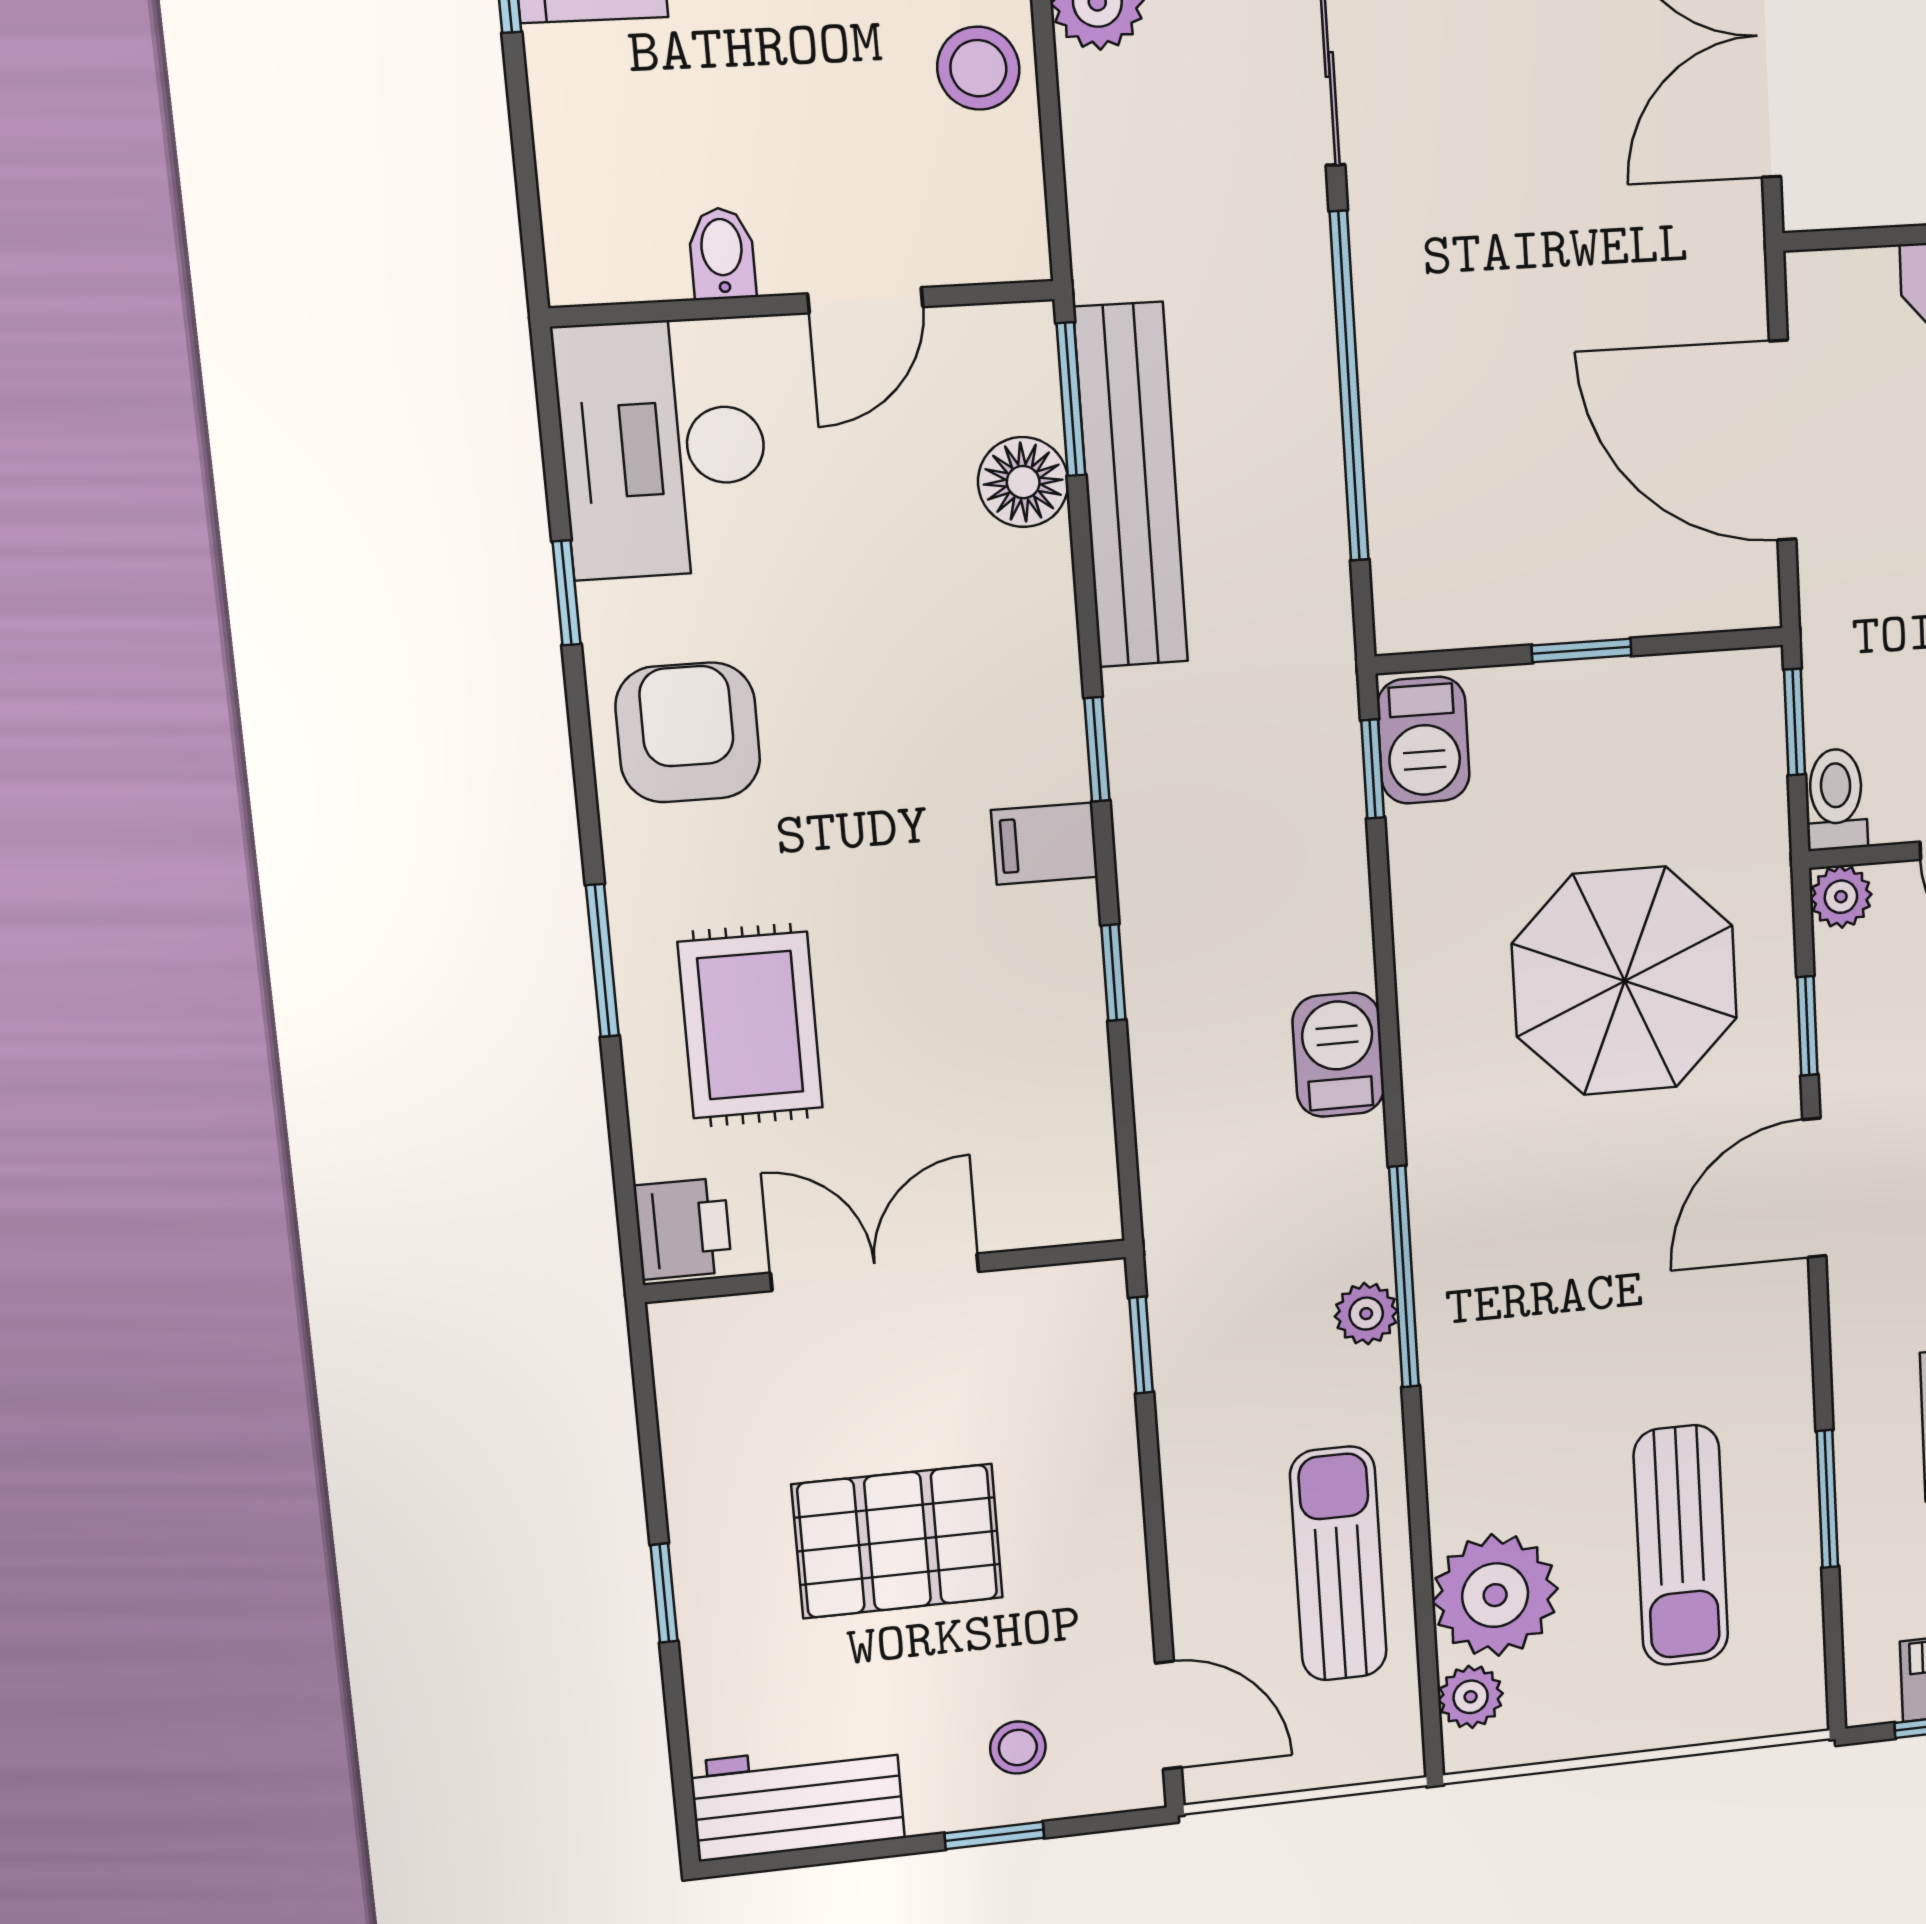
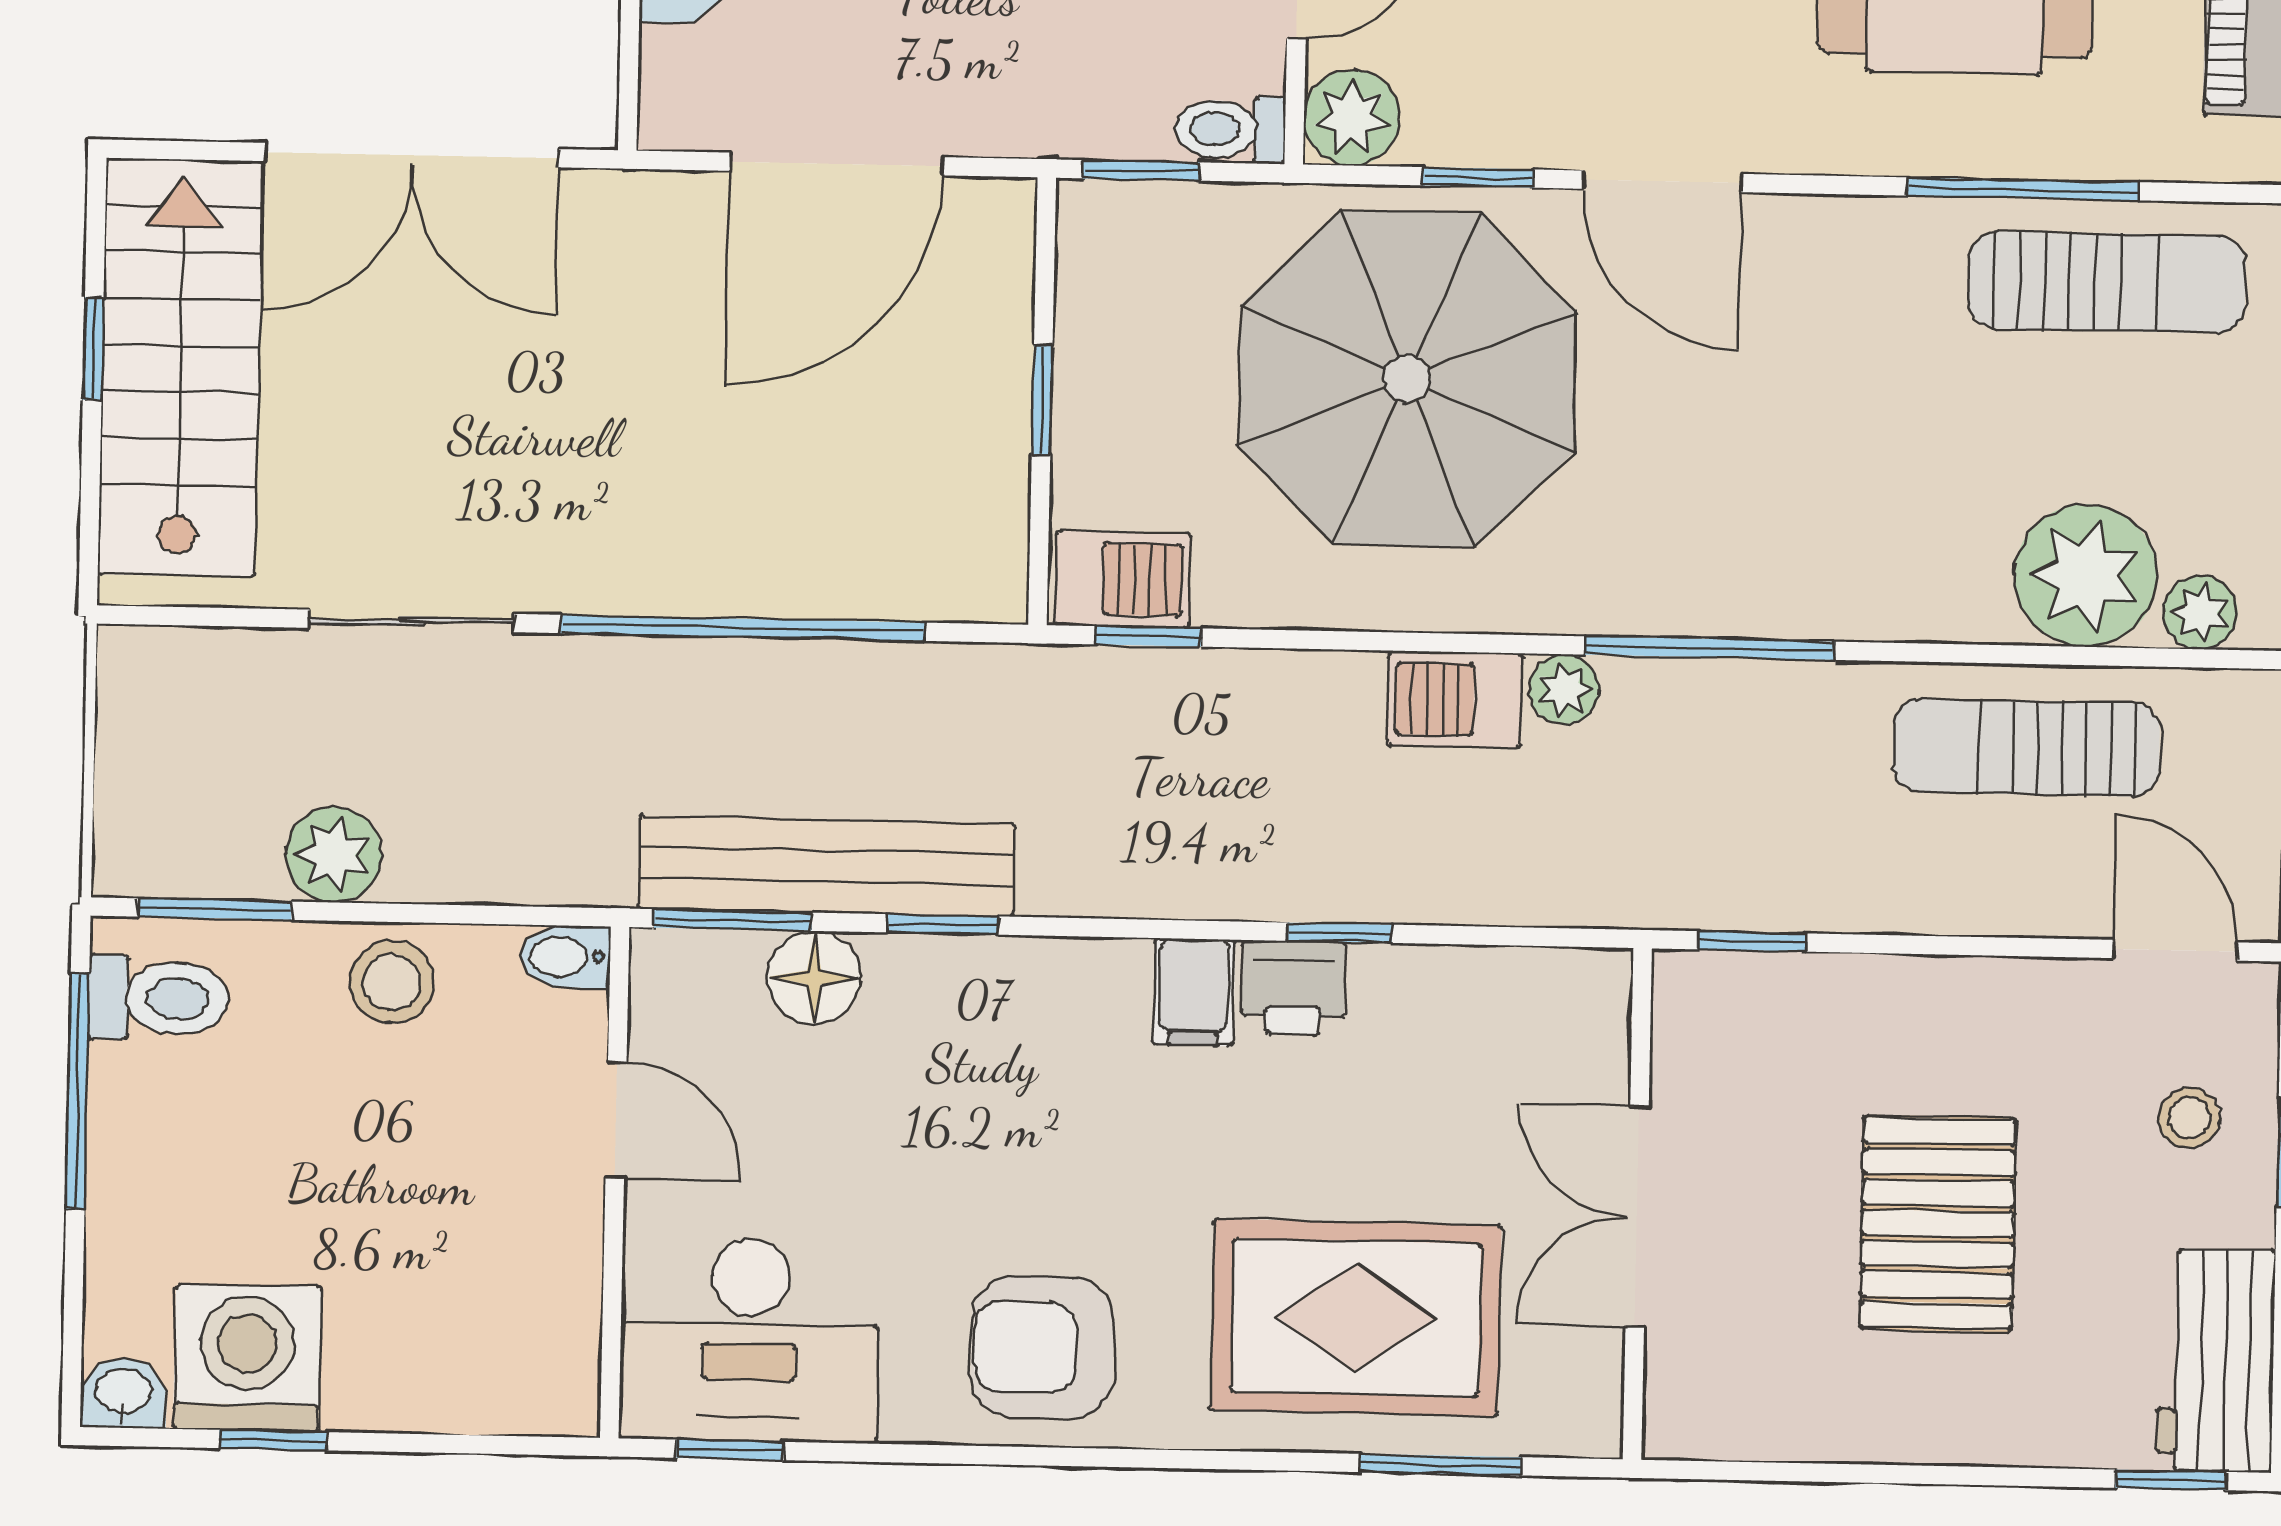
bidet: (722, 254) -> (565, 957), moved
window: (566, 593) -> (730, 1450), moved
window: (1097, 749) -> (943, 924), moved
plant: (1841, 897) -> (1352, 118), width x1.38, depth x1.38
window: (602, 961) -> (1440, 1465), moved
parasol: (1625, 981) -> (1407, 379), width x1.36, depth x1.36
rug: (750, 1025) -> (1356, 1318), width x1.36, depth x1.43
printer: (683, 1229) -> (1293, 988), moved, turned 180
plant: (1366, 1314) -> (1564, 689), moved
window: (1827, 1499) -> (2023, 189), width x1.44
sun lounger: (1681, 1545) -> (2107, 282), moved
window: (664, 1593) -> (2171, 1480), moved
door: (1168, 1715) -> (2175, 950), hinge flipped

